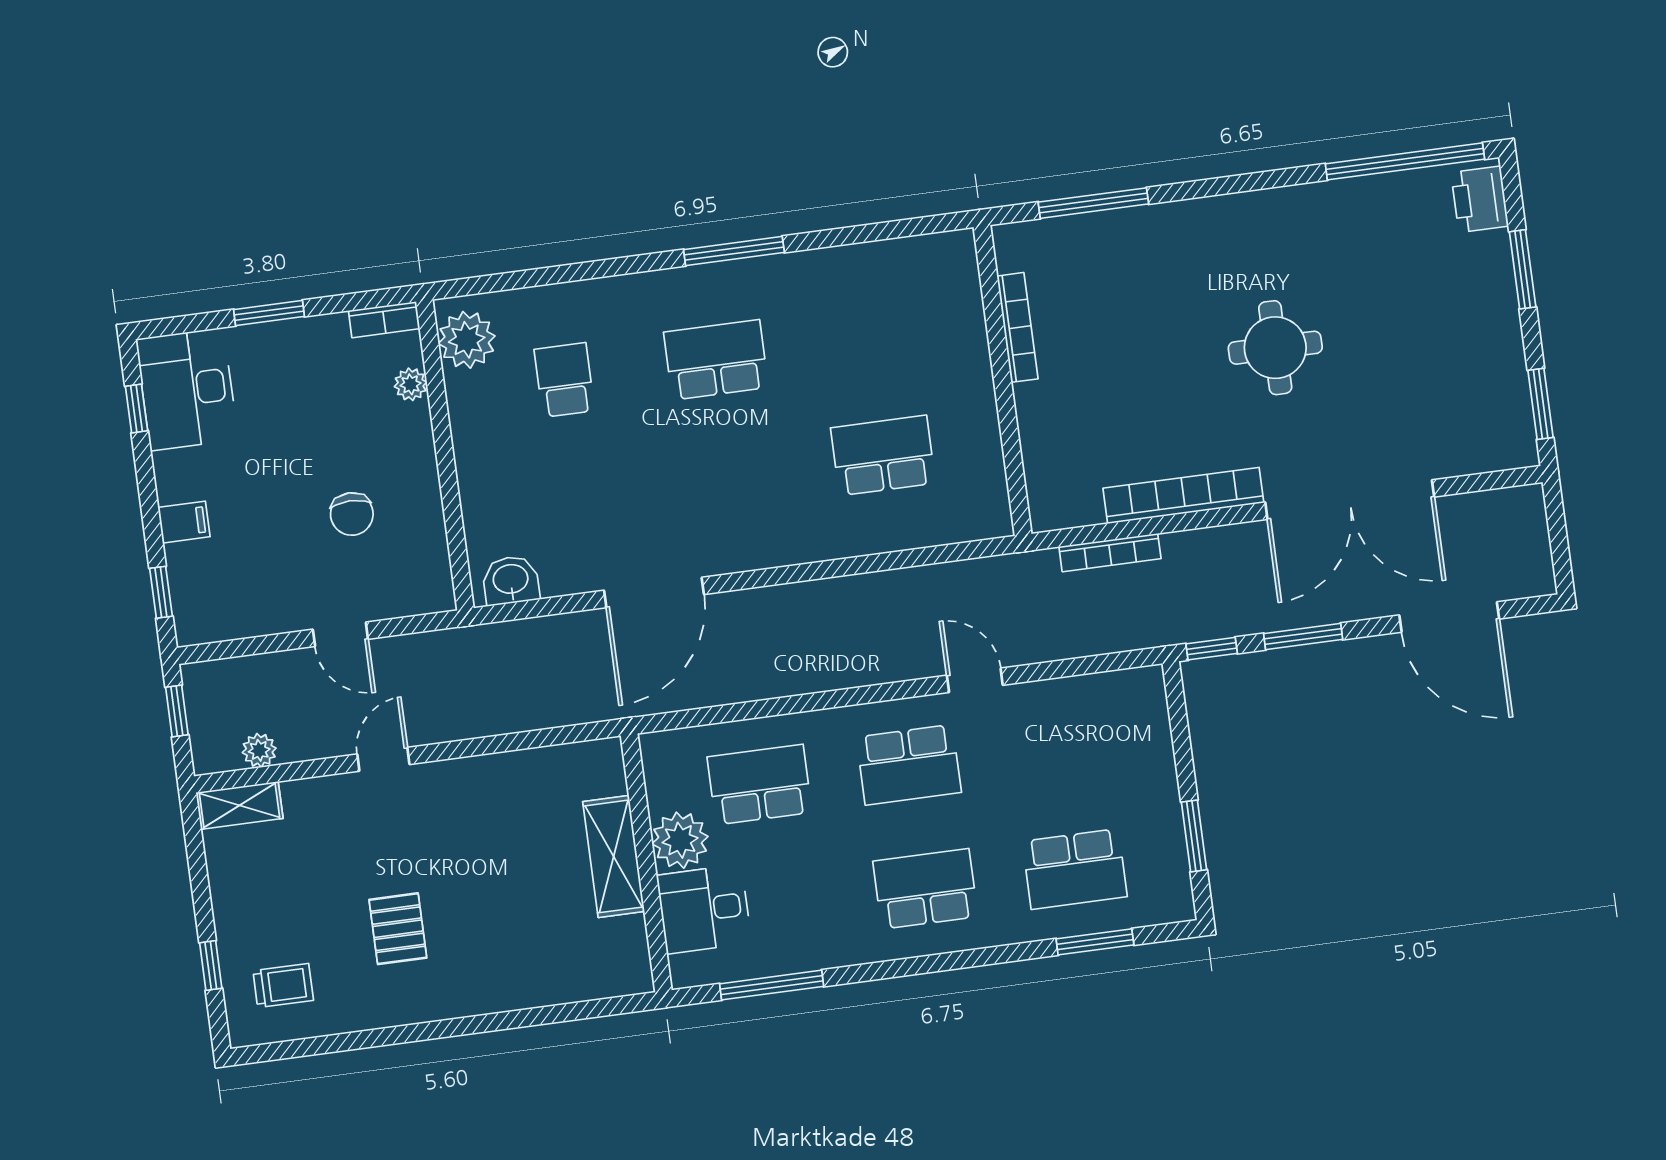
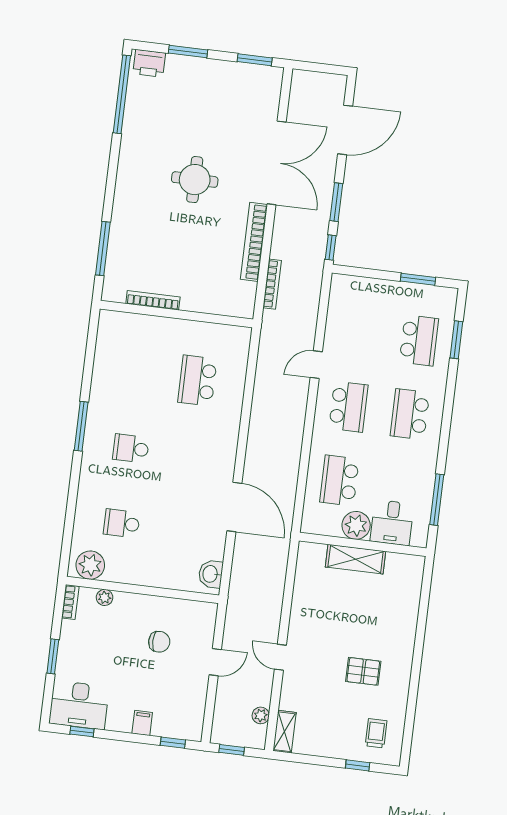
school desk: (716, 360) -> (131, 448), width x0.54

